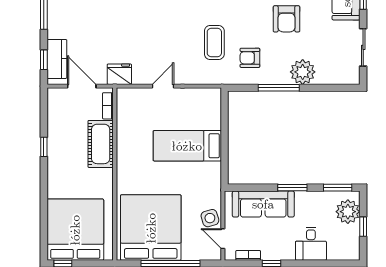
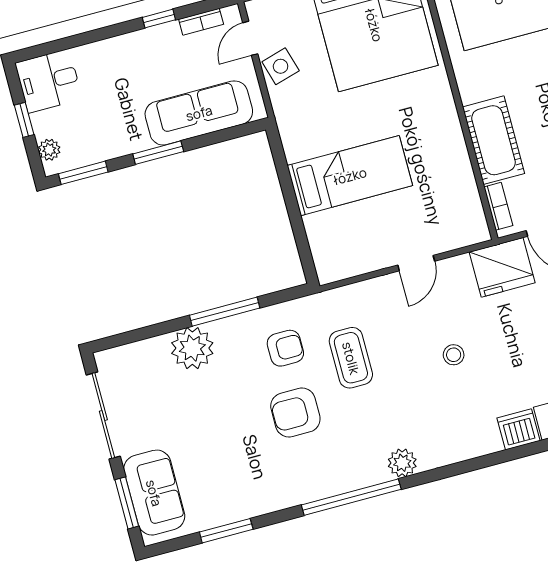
armchair: (286, 19) -> (295, 413), moved, turned -90
stool: (156, 29) -> (454, 355), added
sliding door: (363, 47) -> (103, 416), width x1.37
fridge: (119, 74) -> (502, 267), width x1.36, depth x1.34
plant: (348, 212) -> (49, 150), width x0.53, depth x0.53
door: (223, 239) -> (250, 38), swing flipped
desk: (311, 244) -> (49, 81), moved, turned -90

